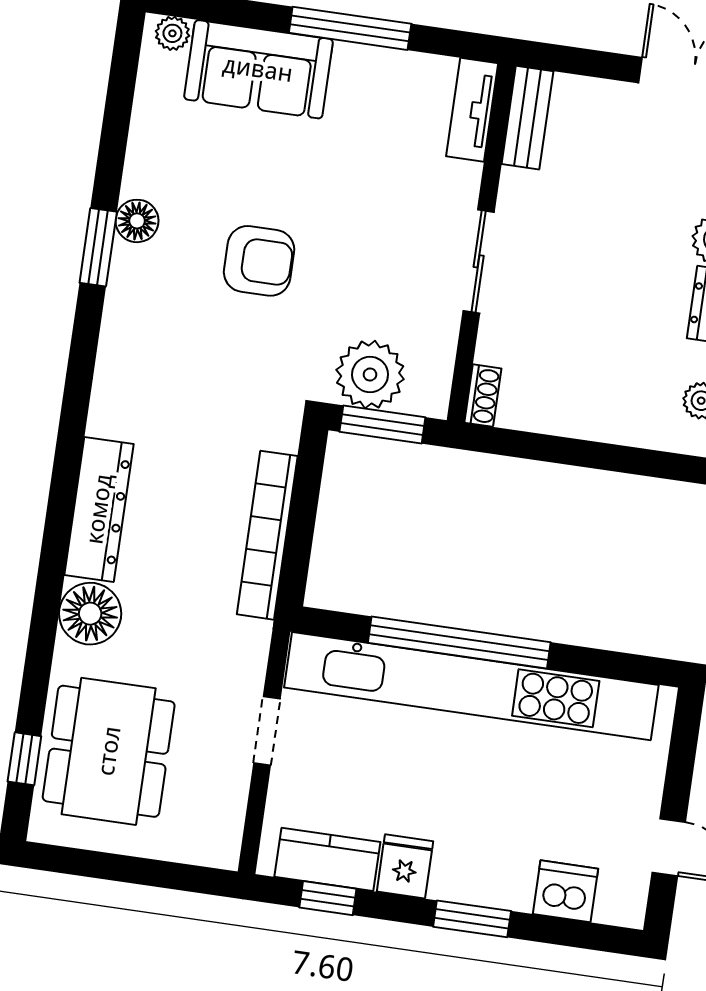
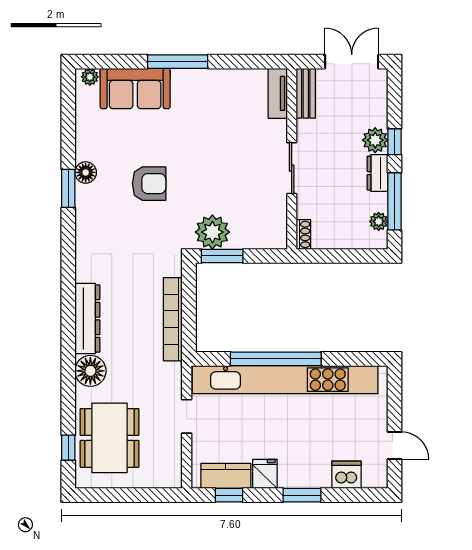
tv unit: (472, 110) -> (278, 93), moved
bench: (528, 118) -> (306, 93), moved
wall: (481, 243) -> (292, 159), moved
sliding door: (479, 261) -> (292, 168), moved
shoe rack: (483, 396) -> (303, 234), moved

